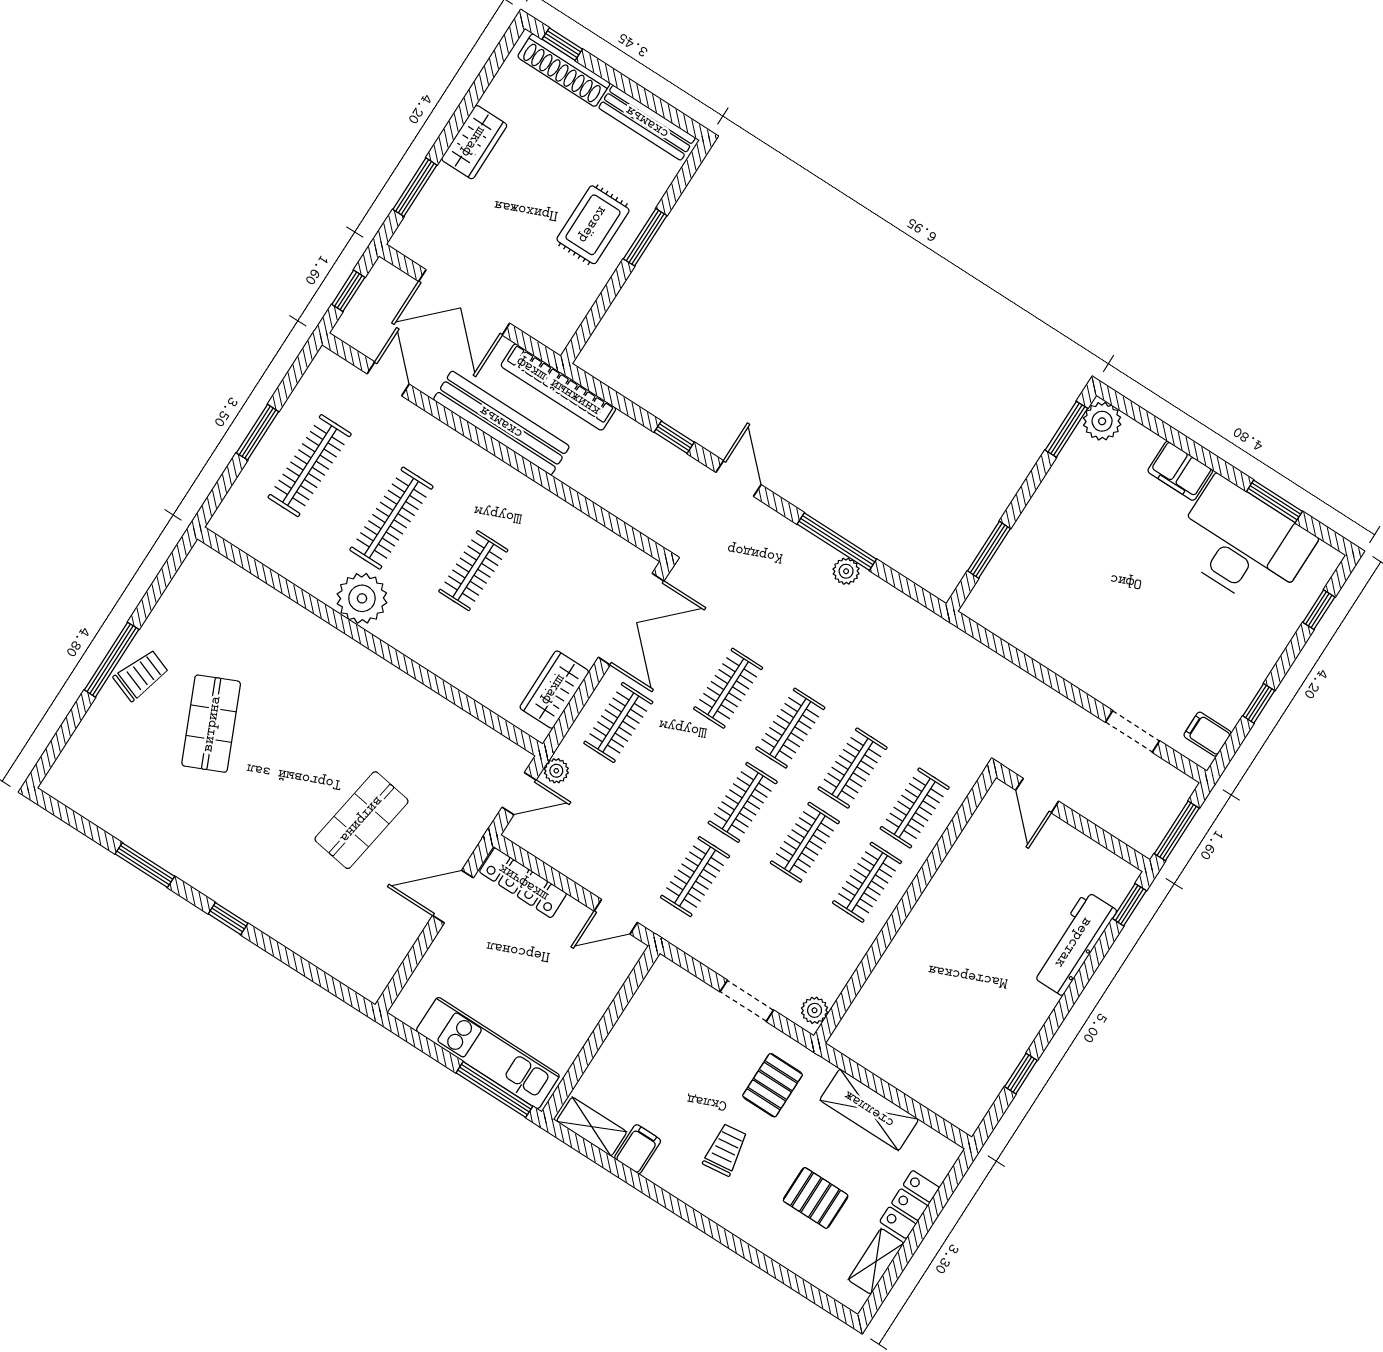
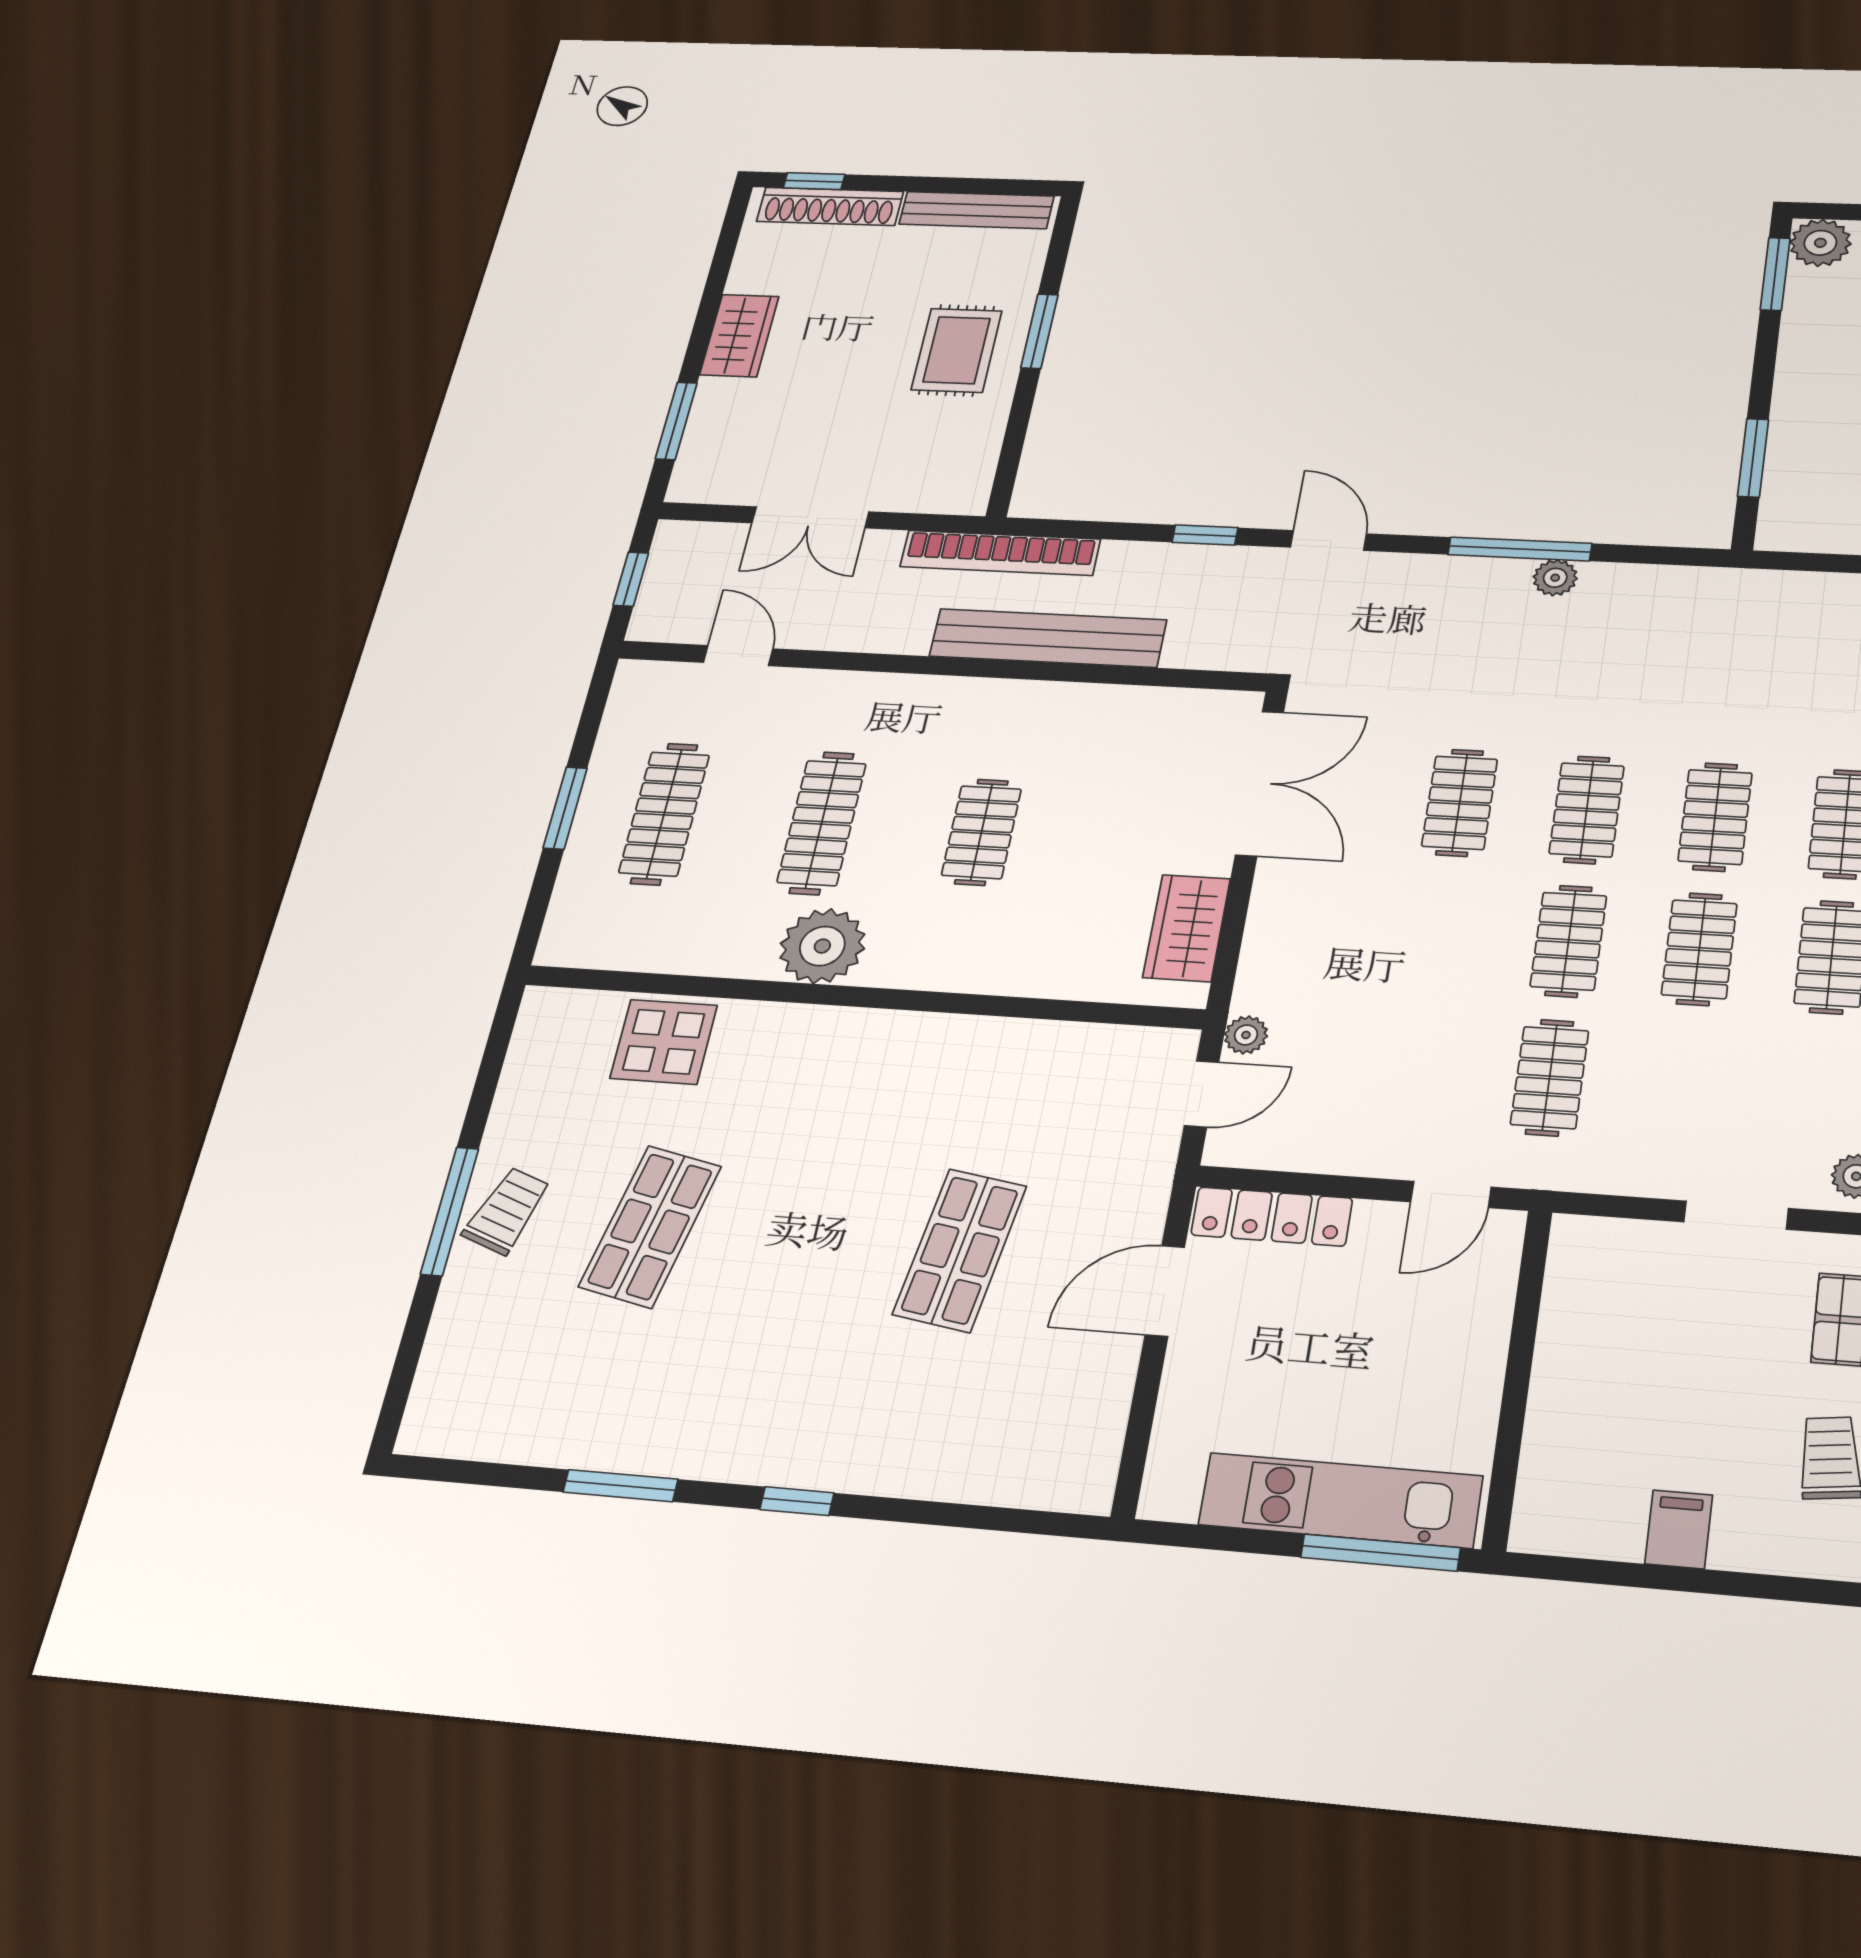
double door: (464, 302) -> (810, 517), width x0.73
bench: (501, 423) -> (1048, 638), moved
display table: (257, 614) -> (664, 1042), added
clothes rail: (618, 723) -> (1311, 925), removed
shop shelf: (211, 724) -> (650, 1226), turned 36
shelving: (592, 1127) -> (1580, 1531), removed

